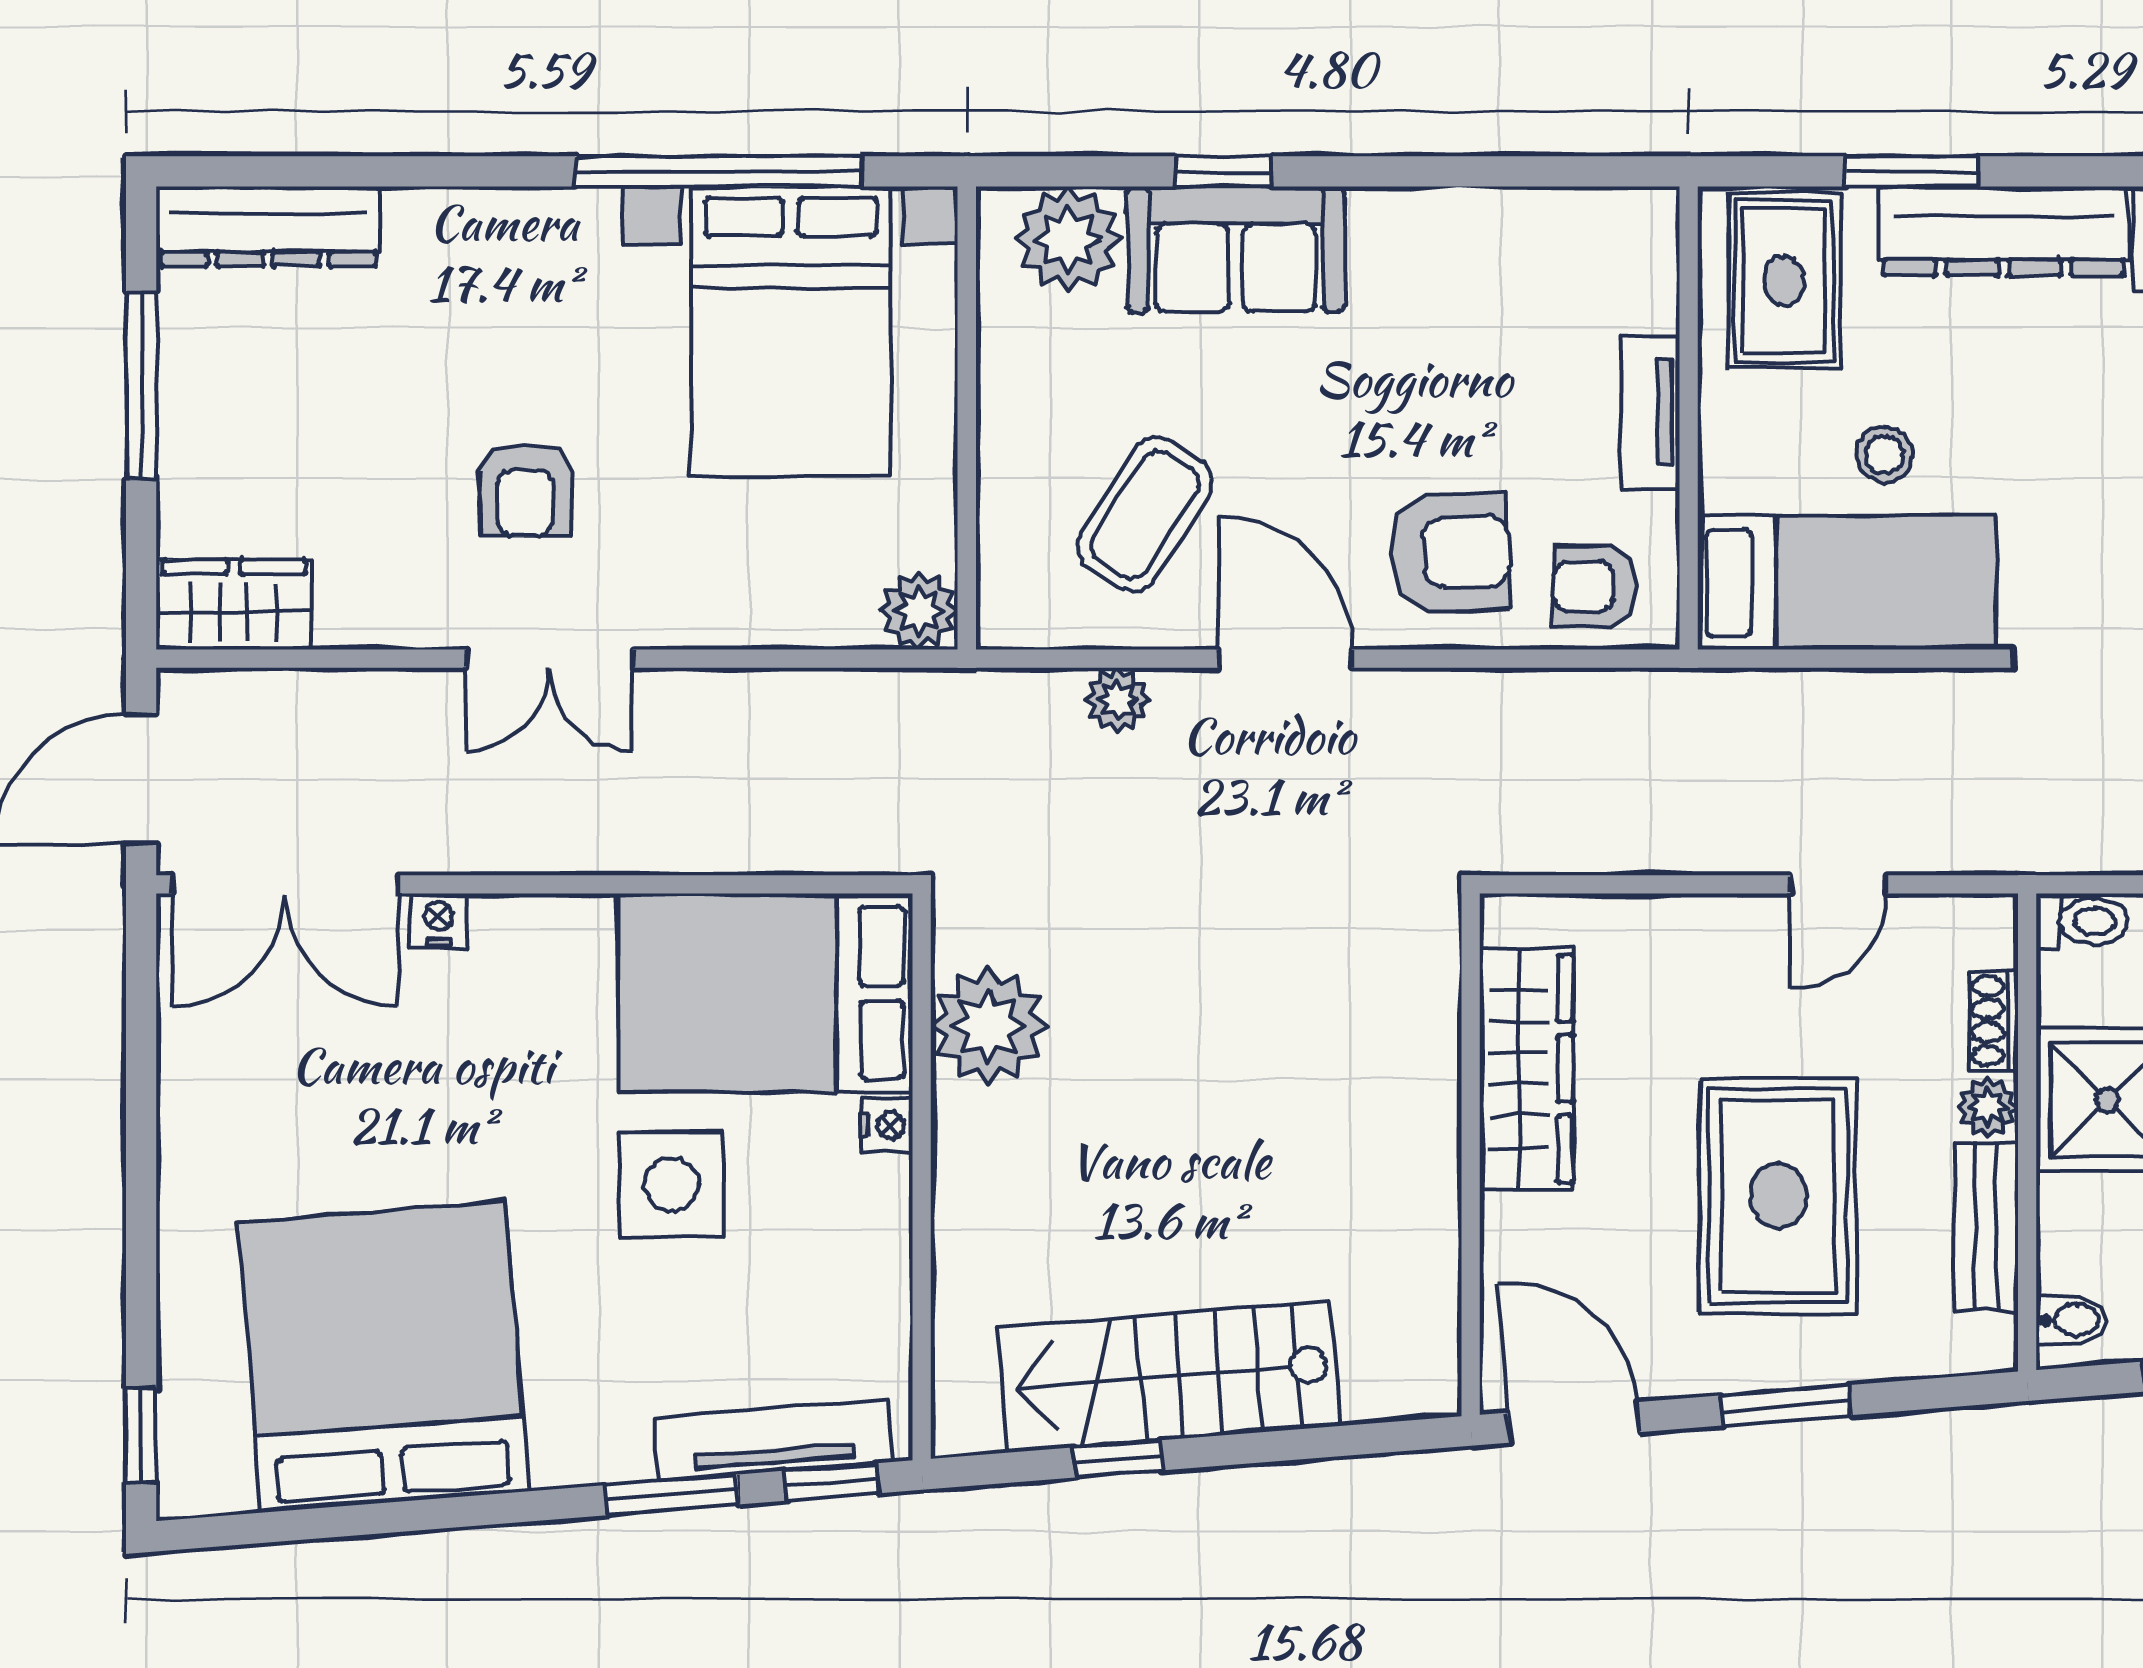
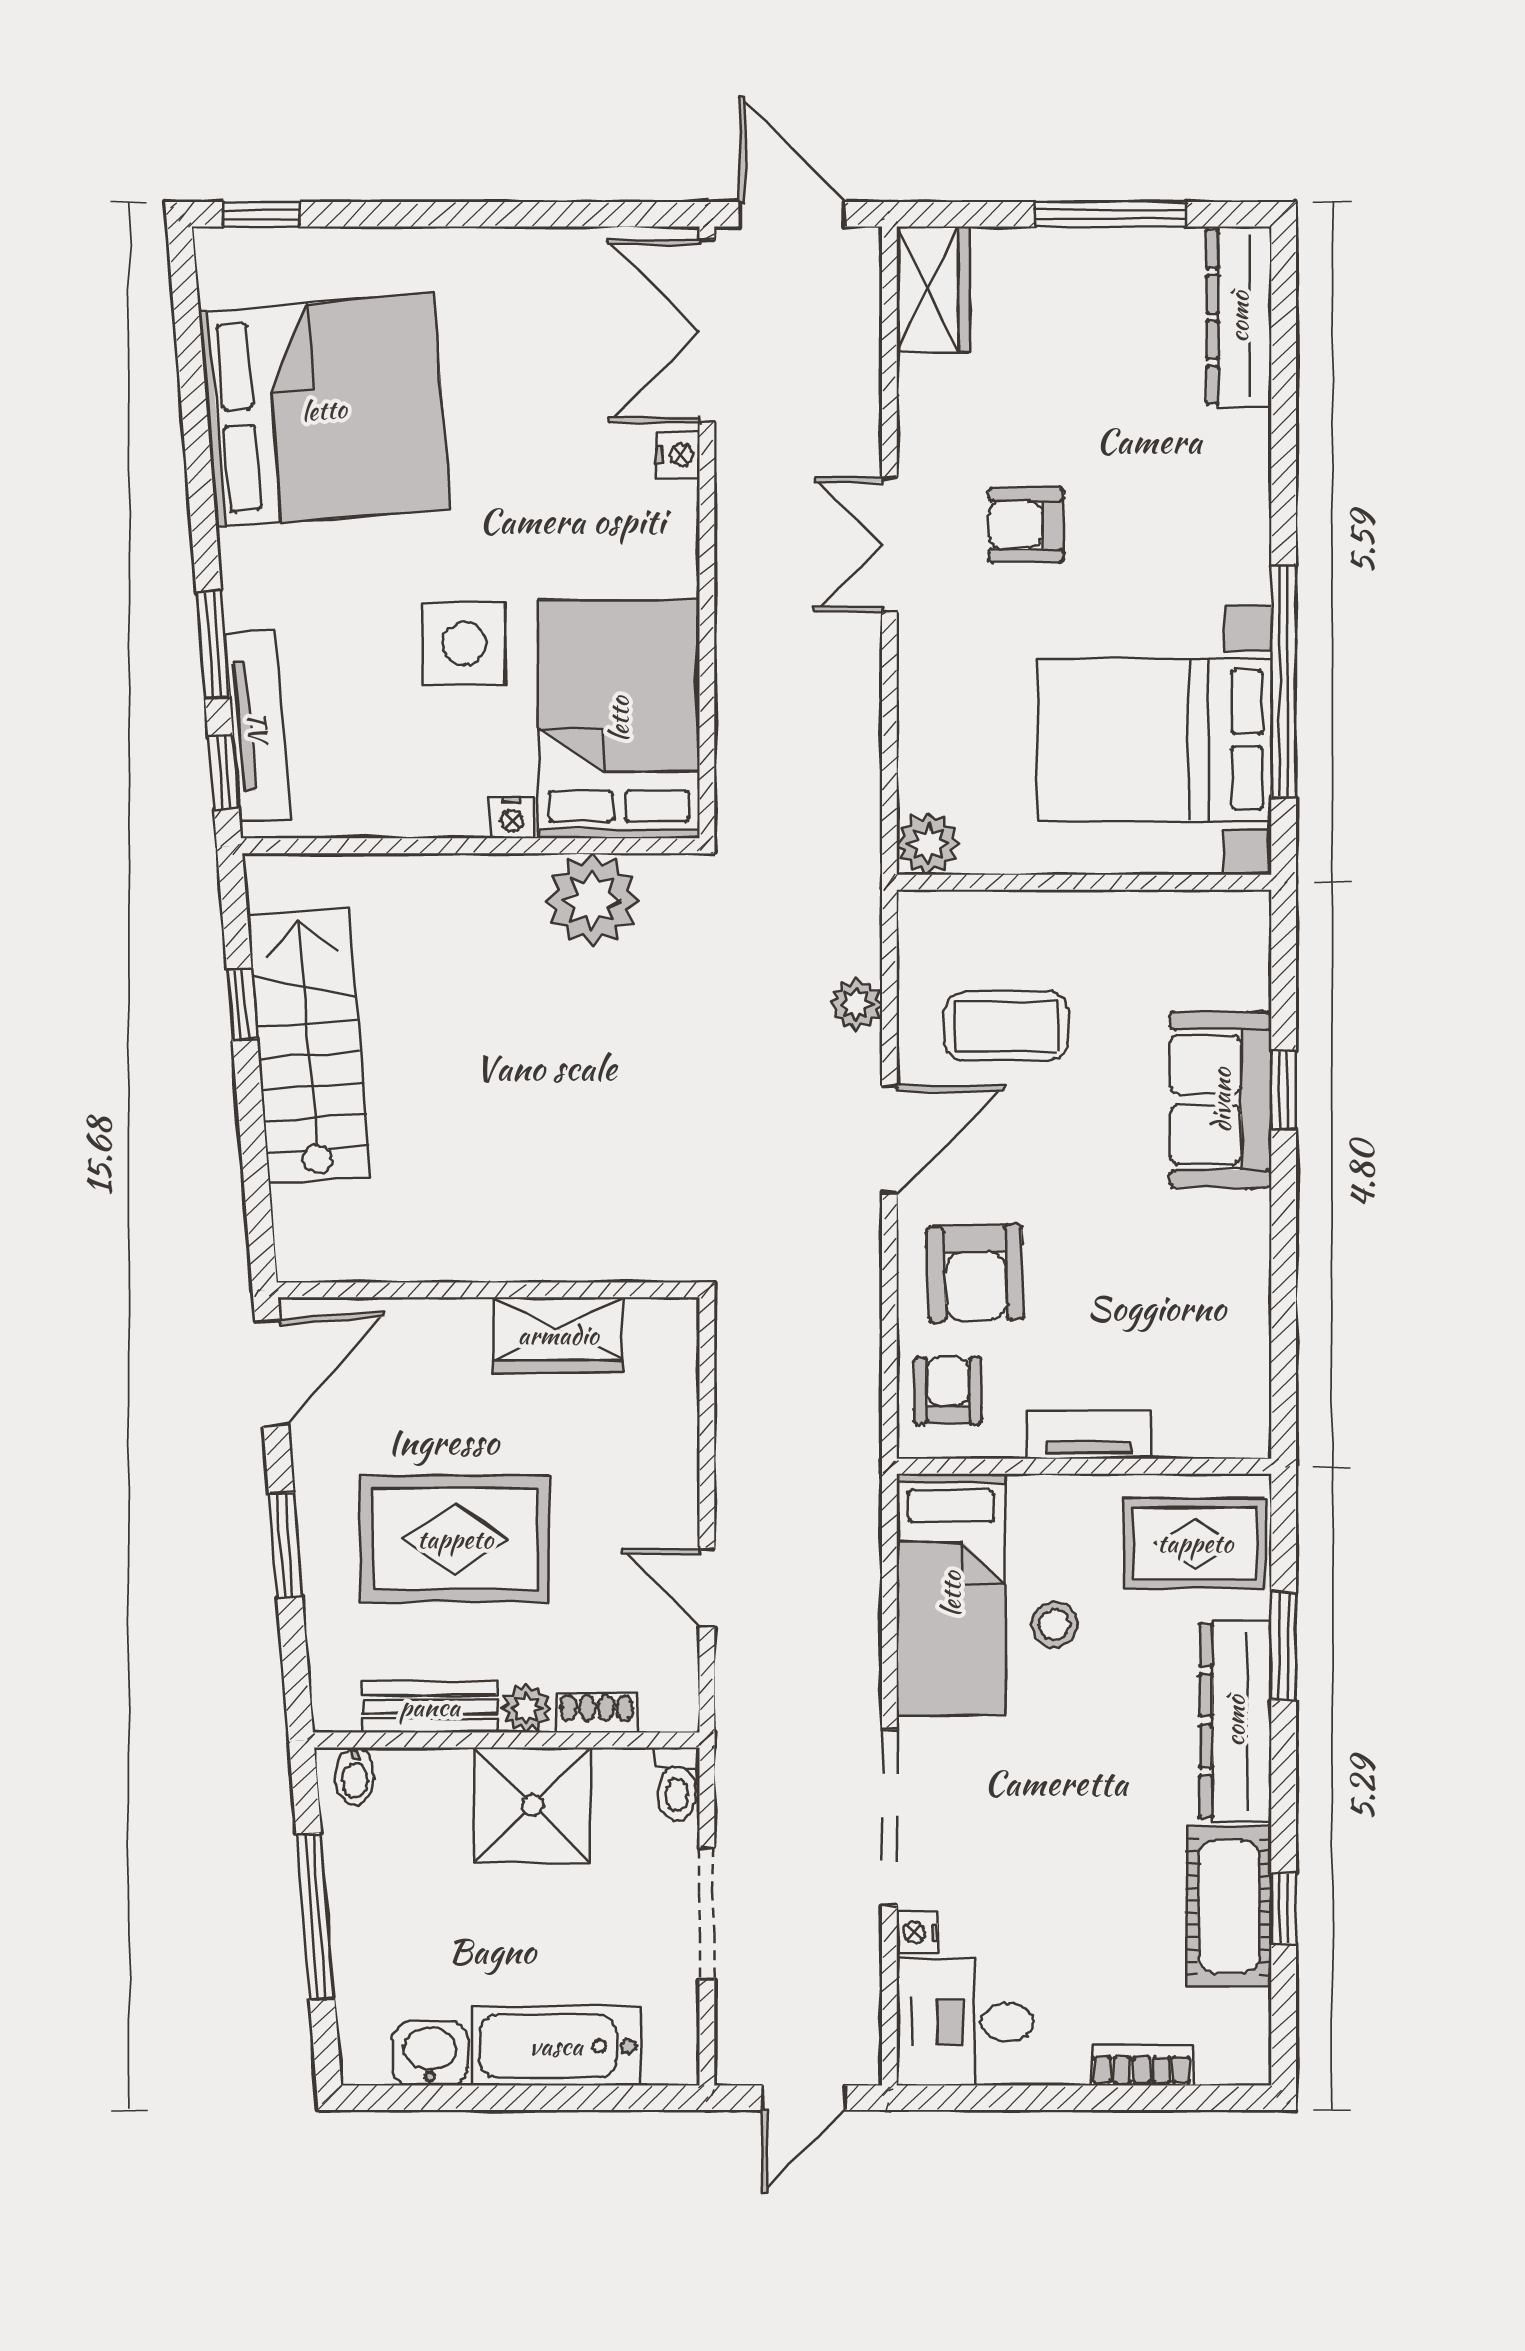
plant: (1068, 240) -> (1228, 964), removed
coffee table: (1145, 514) -> (1006, 1026), turned -33
wardrobe: (1526, 1069) -> (558, 1335), width x0.67

